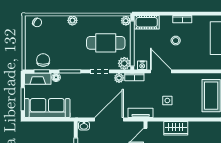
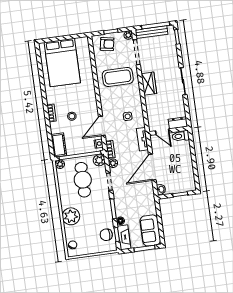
plant: (72, 20) -> (71, 216), width x1.88, depth x1.88
sofa: (47, 108) -> (150, 230), width x0.73
door: (109, 120) -> (152, 167), hinge flipped
wardrobe: (176, 128) -> (149, 84), moved

